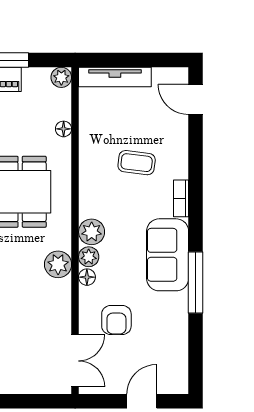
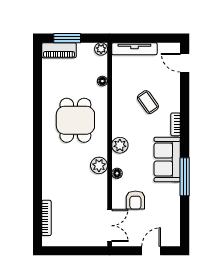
coffee table: (137, 163) -> (148, 102), turned 48
plant: (89, 257) -> (118, 161), removed

